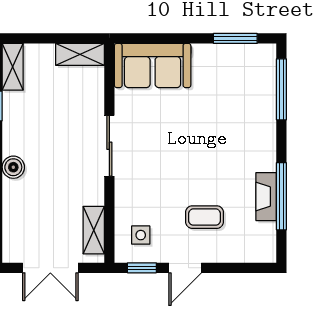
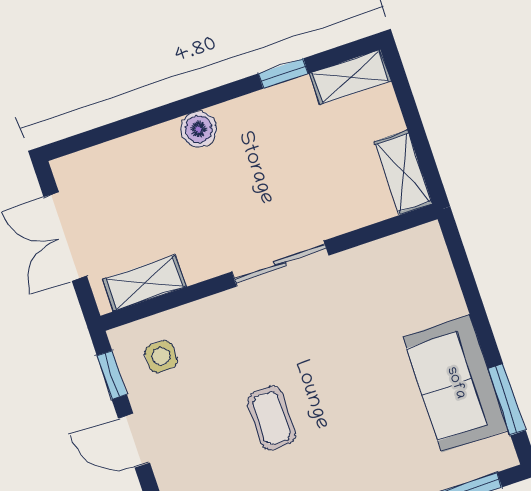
sofa: (153, 66) -> (456, 383), moved
coffee table: (205, 217) -> (271, 418), moved

